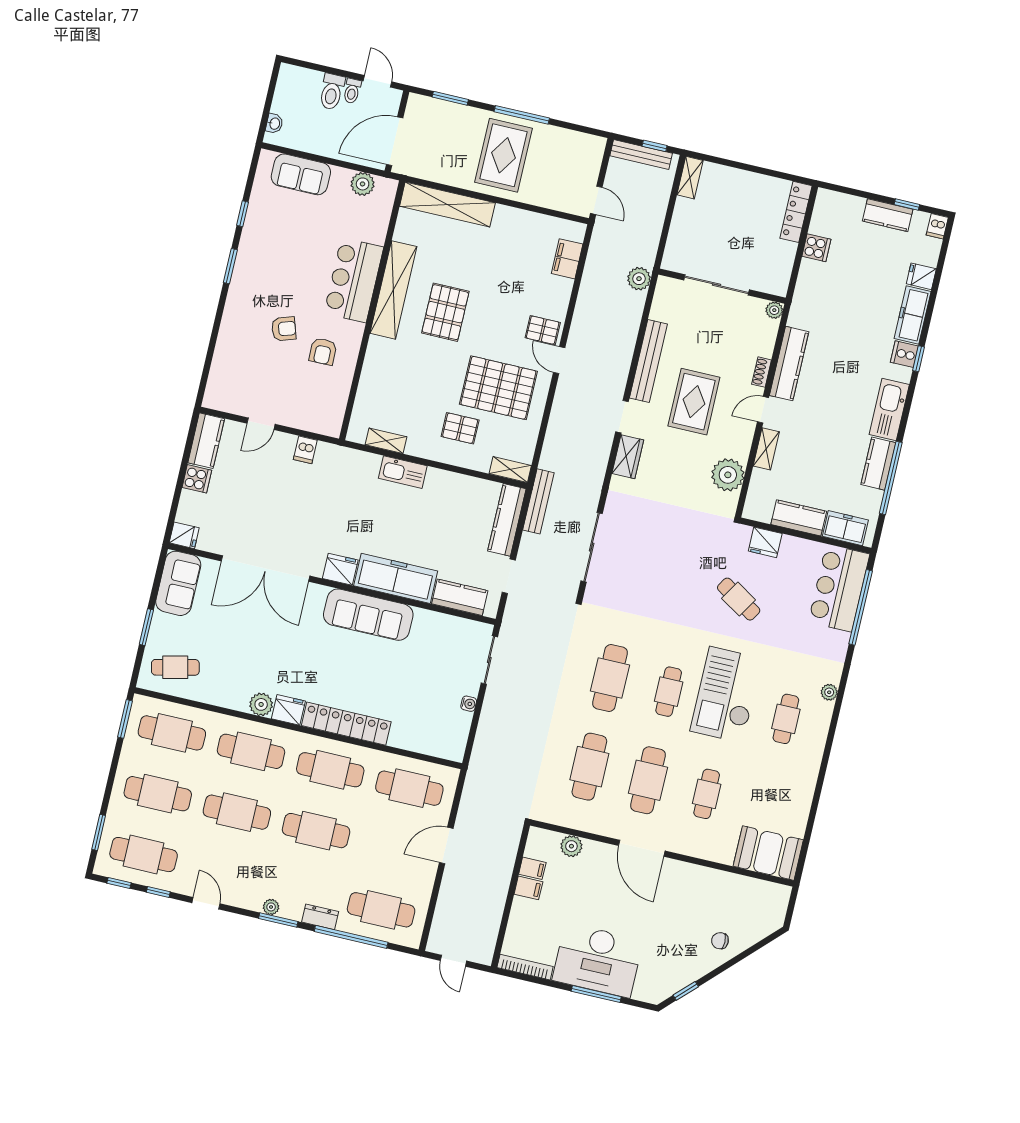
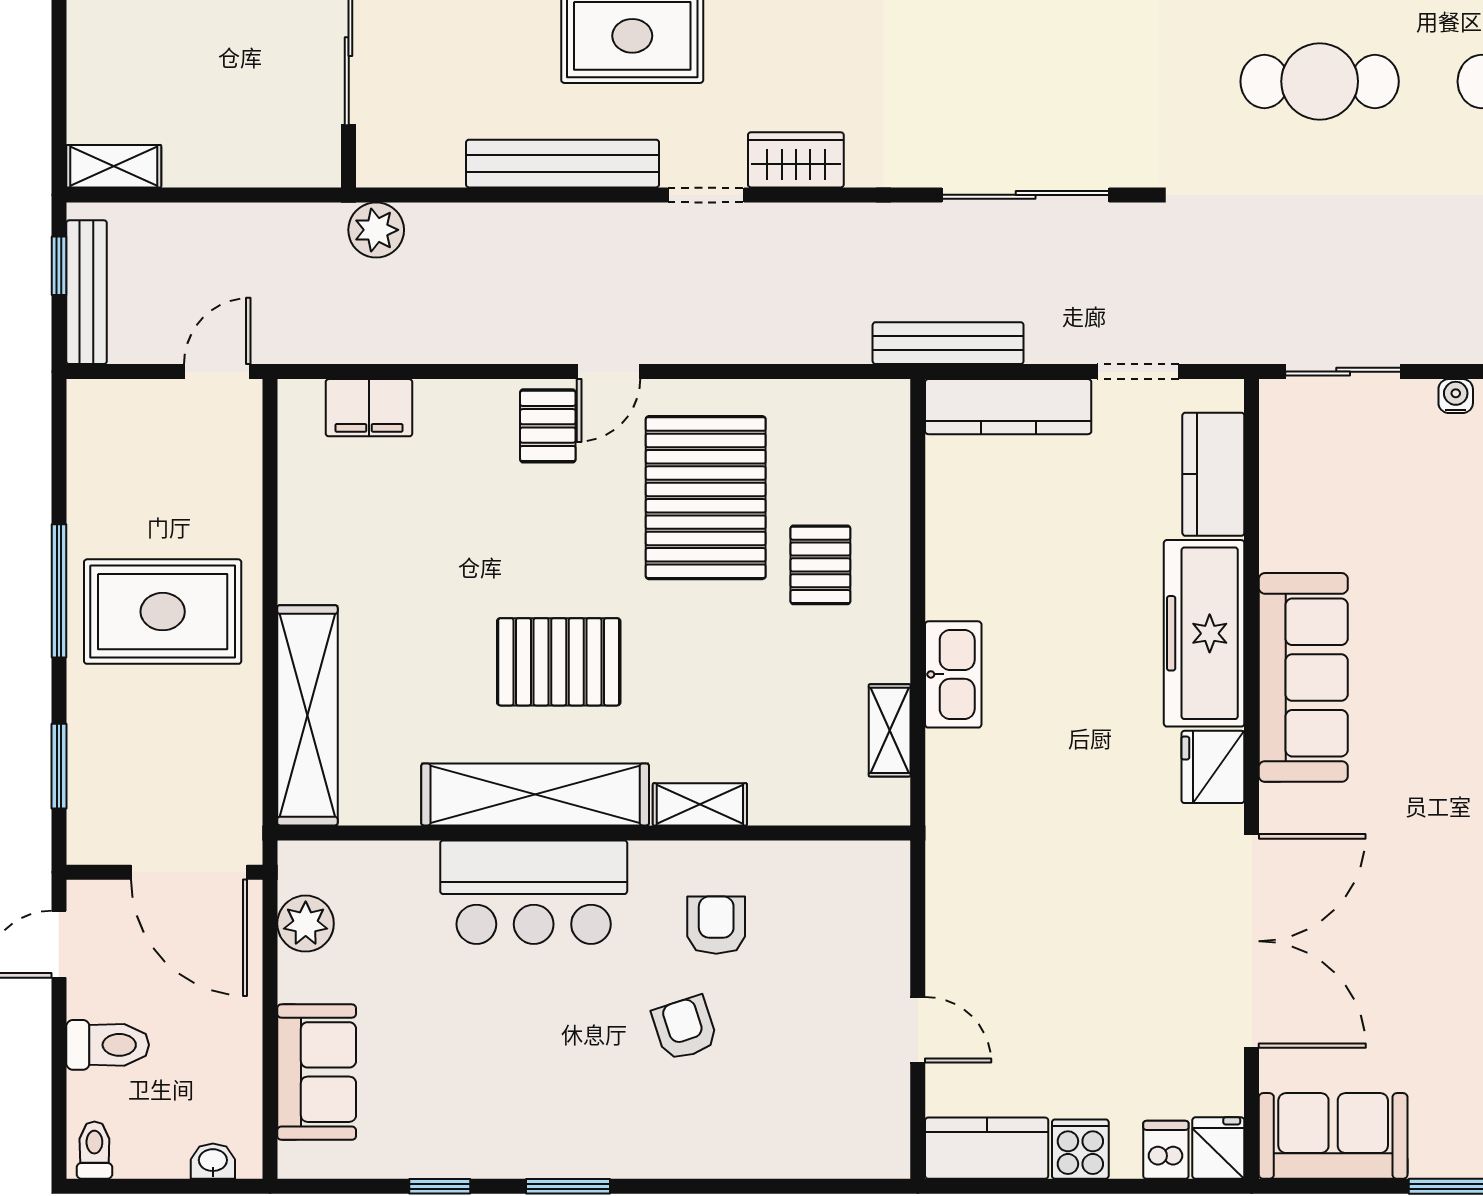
toilet: (352, 91) -> (94, 1150), moved, turned -90
armchair: (323, 351) -> (716, 925), turned -89
dishwasher: (305, 450) -> (1166, 1150), moved, turned -90
shelving: (510, 470) -> (700, 804), moved, turned 90

